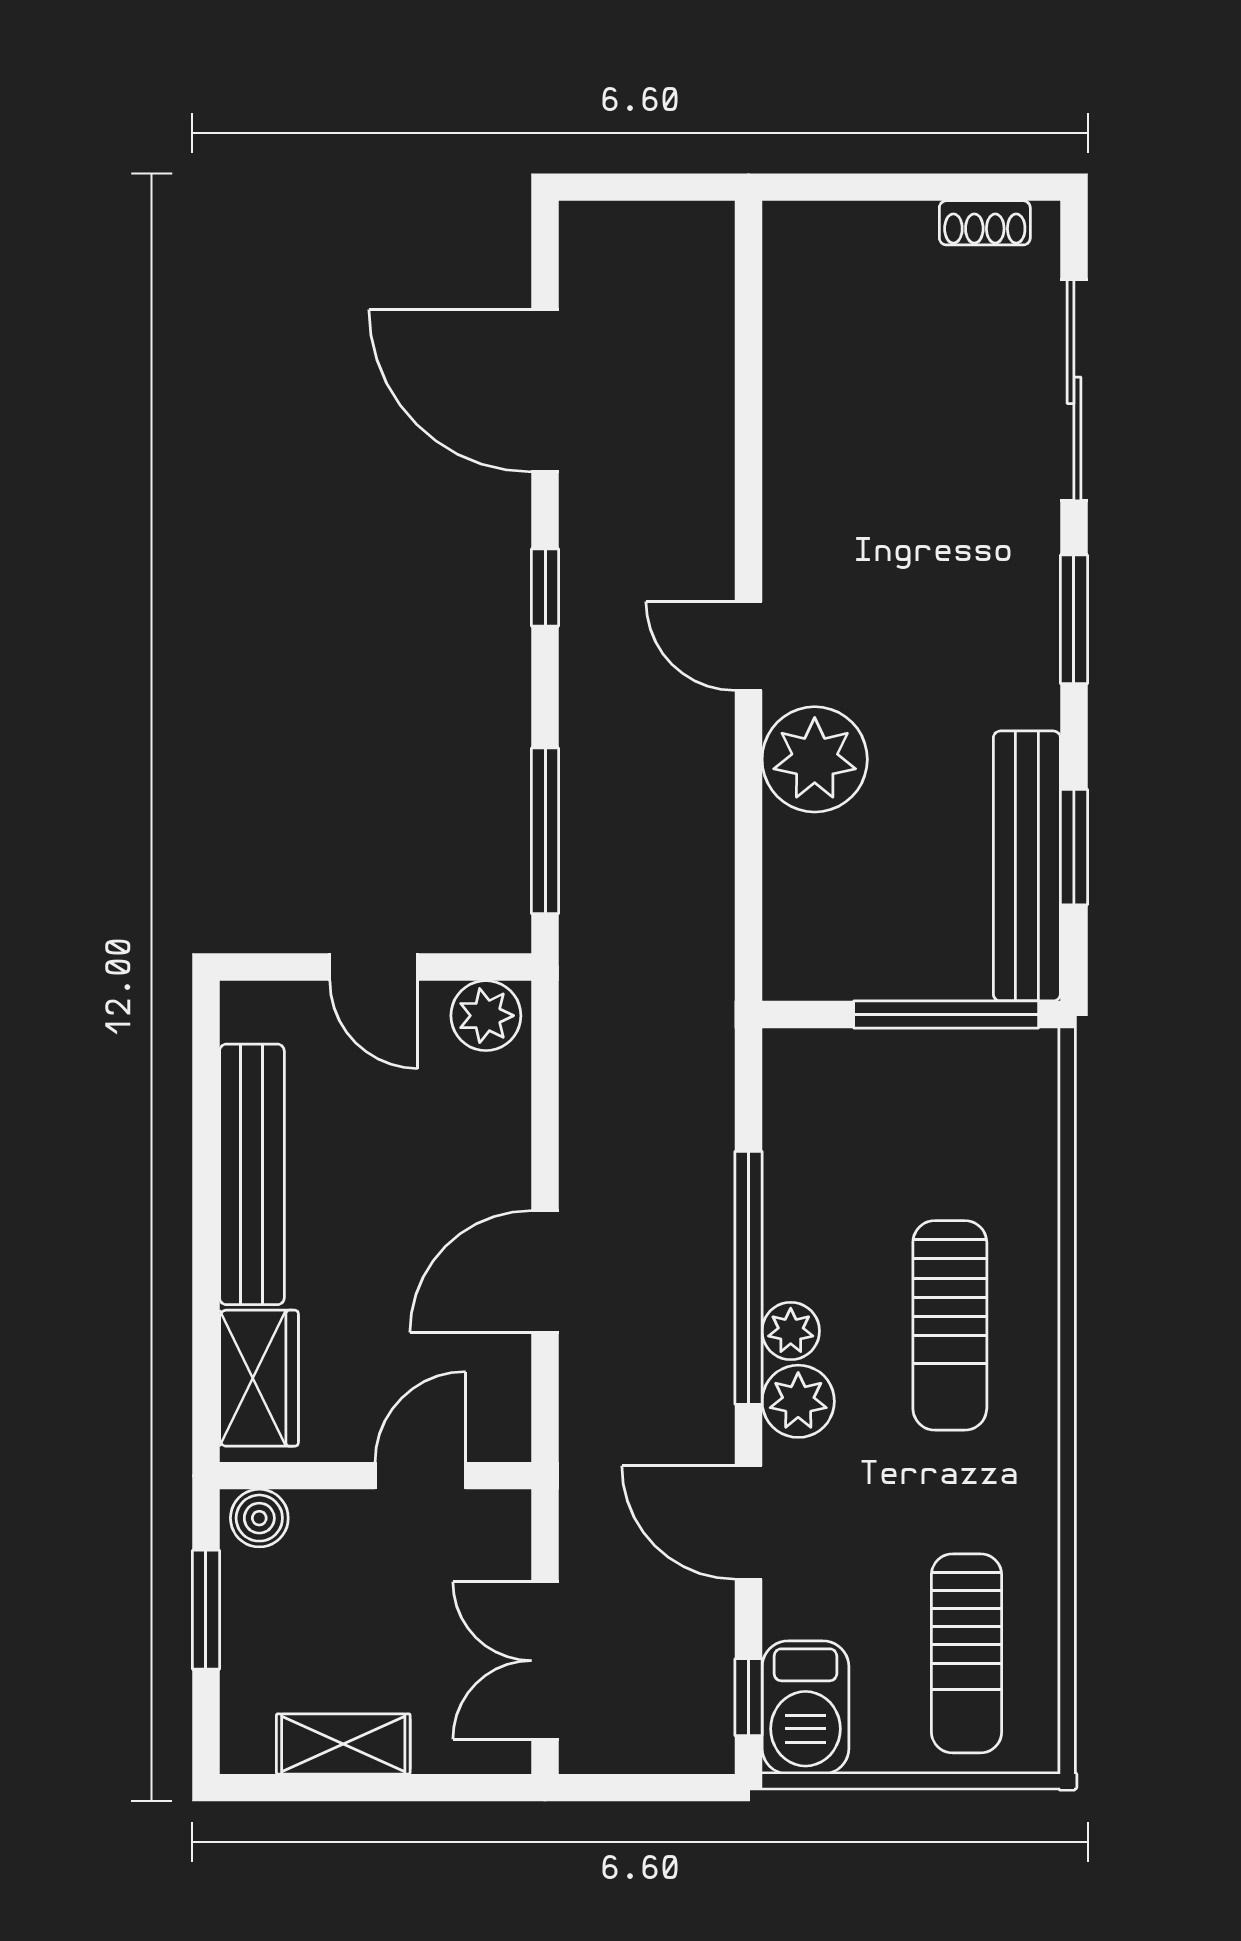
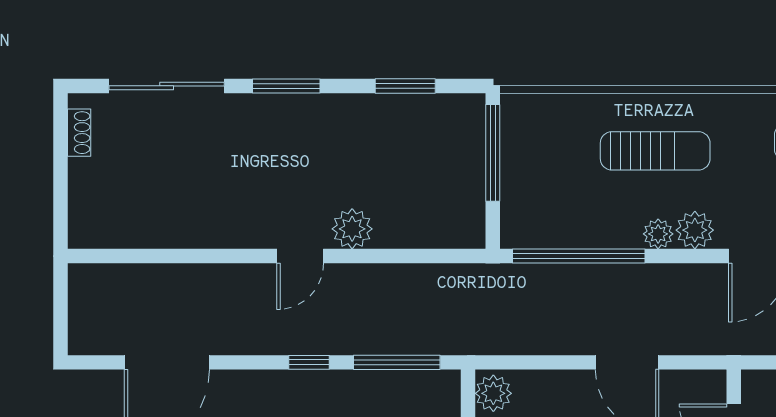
window: (545, 587) -> (309, 362), moved
plant: (815, 759) -> (352, 229), width x0.73, depth x0.73
bench: (1027, 866) -> (415, 111), removed
window: (748, 1278) -> (579, 256), moved

